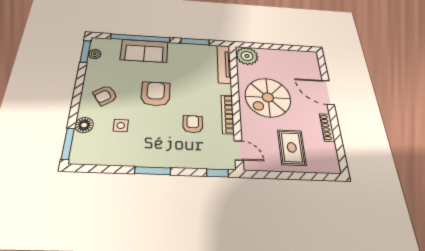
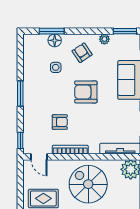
plant: (95, 54) -> (104, 39), moved
armchair: (156, 94) -> (86, 92), turned 180
window: (68, 144) -> (52, 31), moved
door: (239, 150) -> (39, 157), hinge flipped

